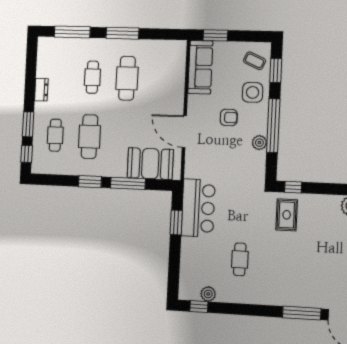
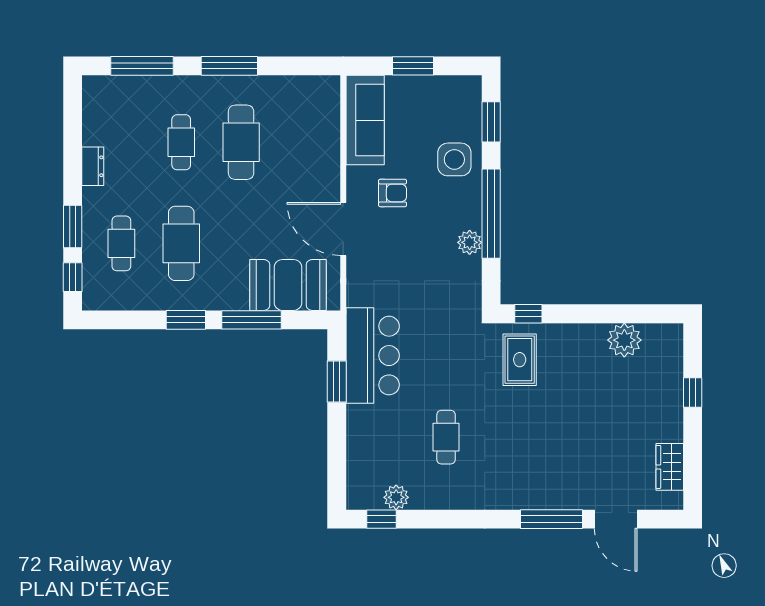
window: (215, 35) -> (413, 66), moved
coffee table: (255, 61) -> (455, 107), removed
armchair: (229, 117) -> (393, 193), moved

